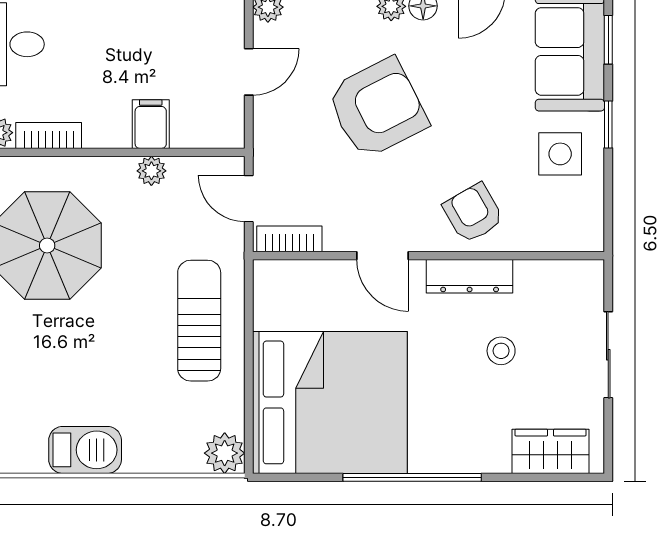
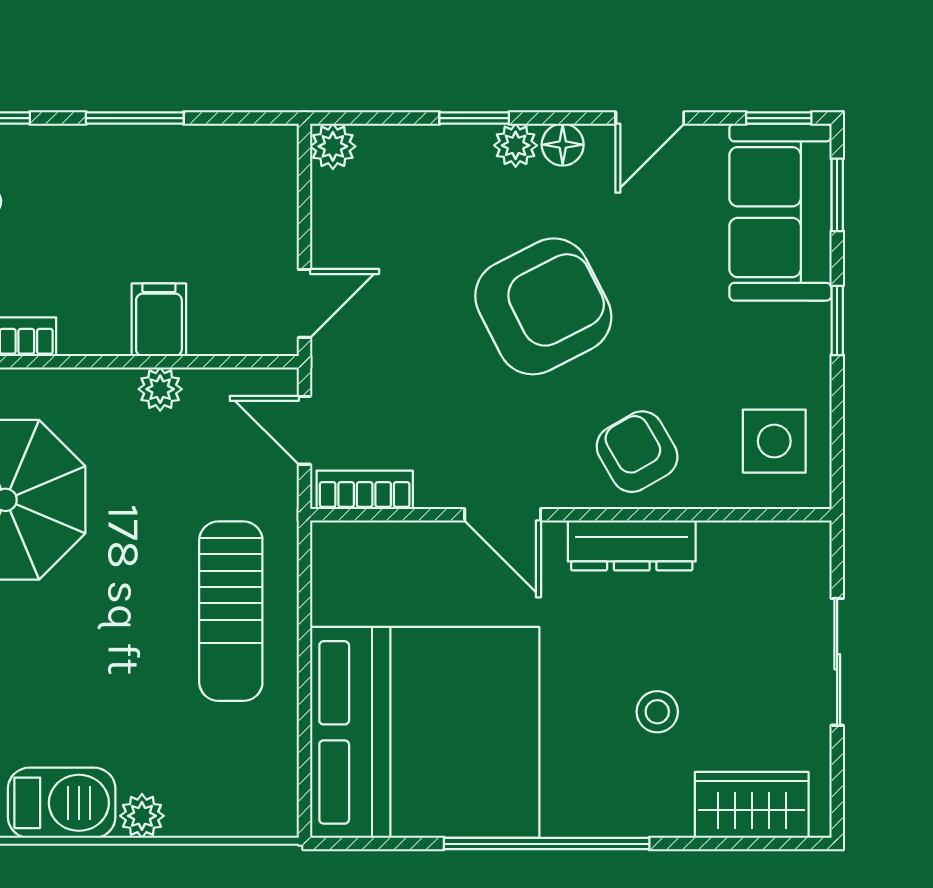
door: (249, 72) -> (304, 303), moved
armchair: (377, 108) -> (543, 306), moved
side table: (560, 154) -> (774, 441), moved
sun lounger: (199, 321) -> (231, 611), turned 180
stool: (501, 351) -> (657, 712), moved
plant: (225, 453) -> (142, 816), moved, width x0.73, depth x0.73

